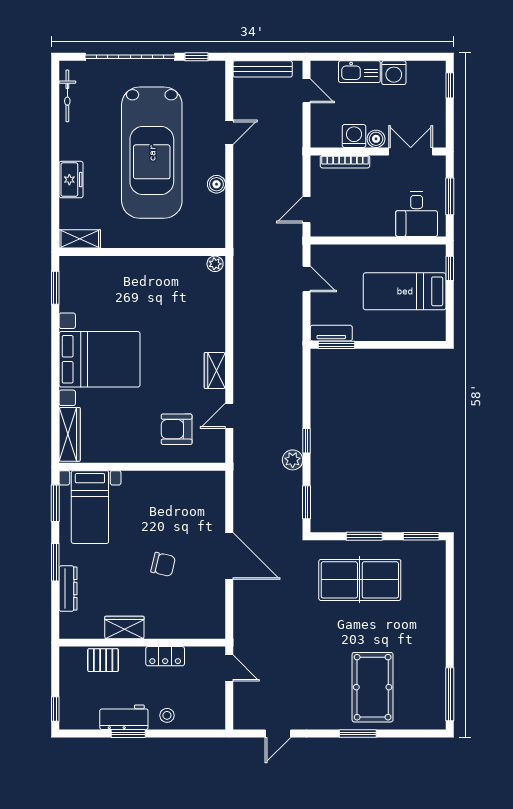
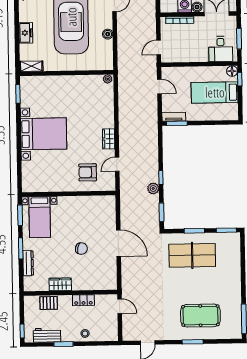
floor lamp: (436, 254) -> (232, 71), added
wardrobe: (70, 434) -> (27, 176), removed
pool table: (373, 687) -> (200, 316), turned 90
workbench: (124, 717) -> (47, 335), moved

